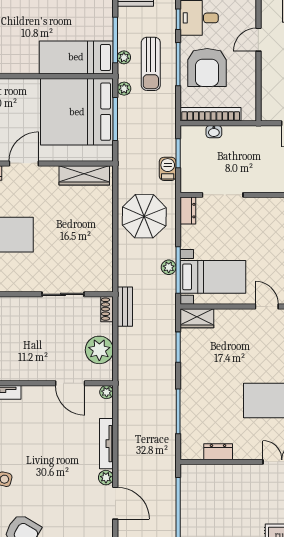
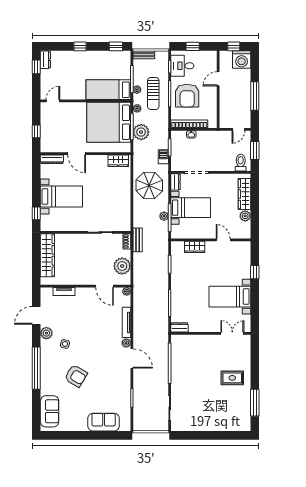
plant: (131, 128) -> (141, 132), added
door: (24, 163) -> (77, 154), swing flipped
wardrobe: (84, 175) -> (118, 161), width x0.67
bed with nightstands: (213, 277) -> (191, 208), moved
wardrobe: (197, 318) -> (195, 247), moved
dresser: (218, 452) -> (180, 327), moved

